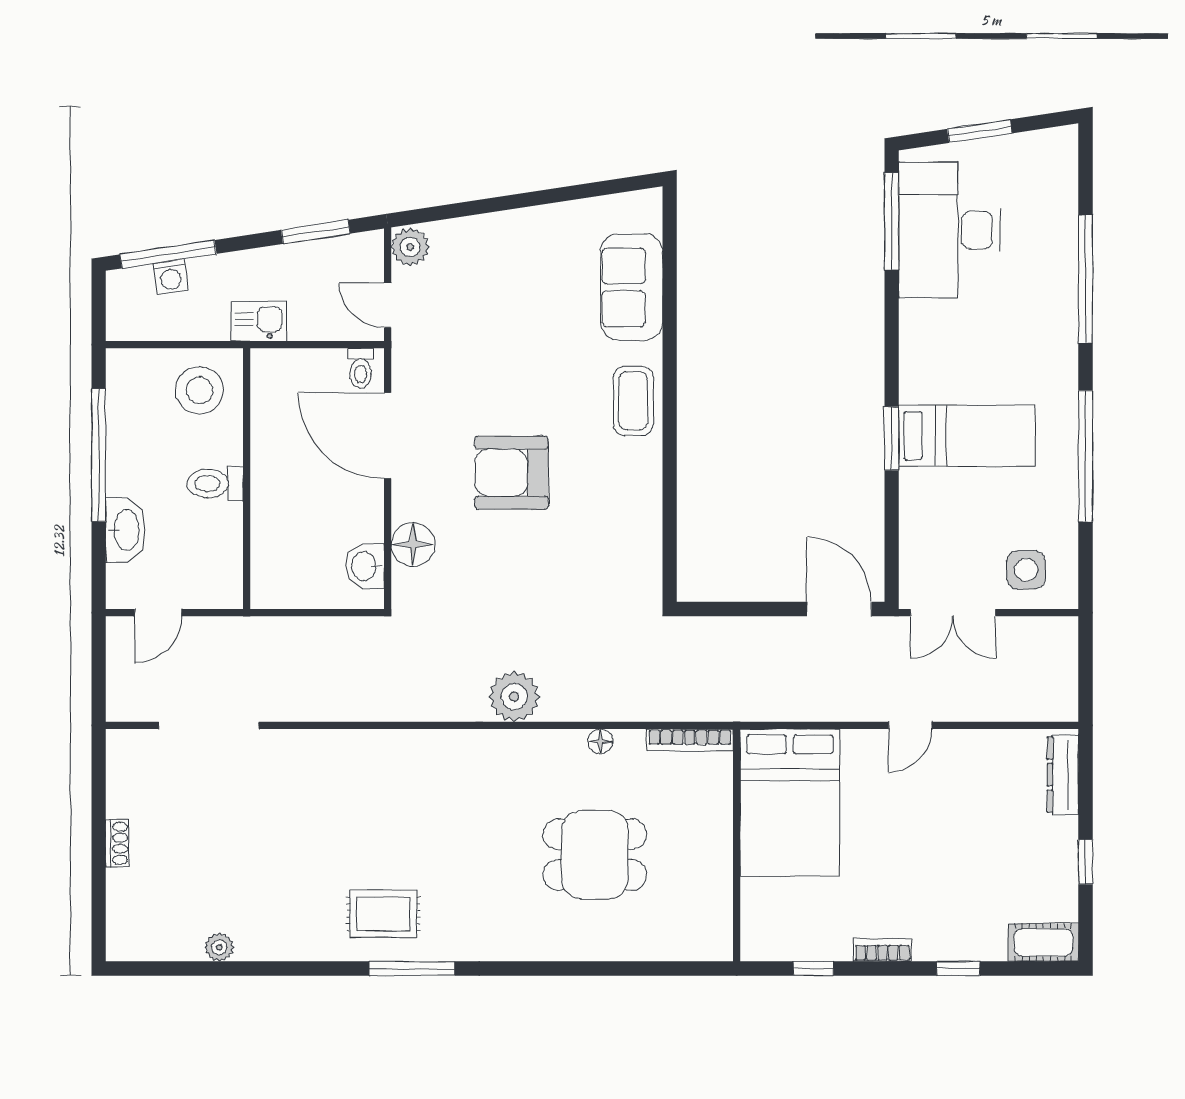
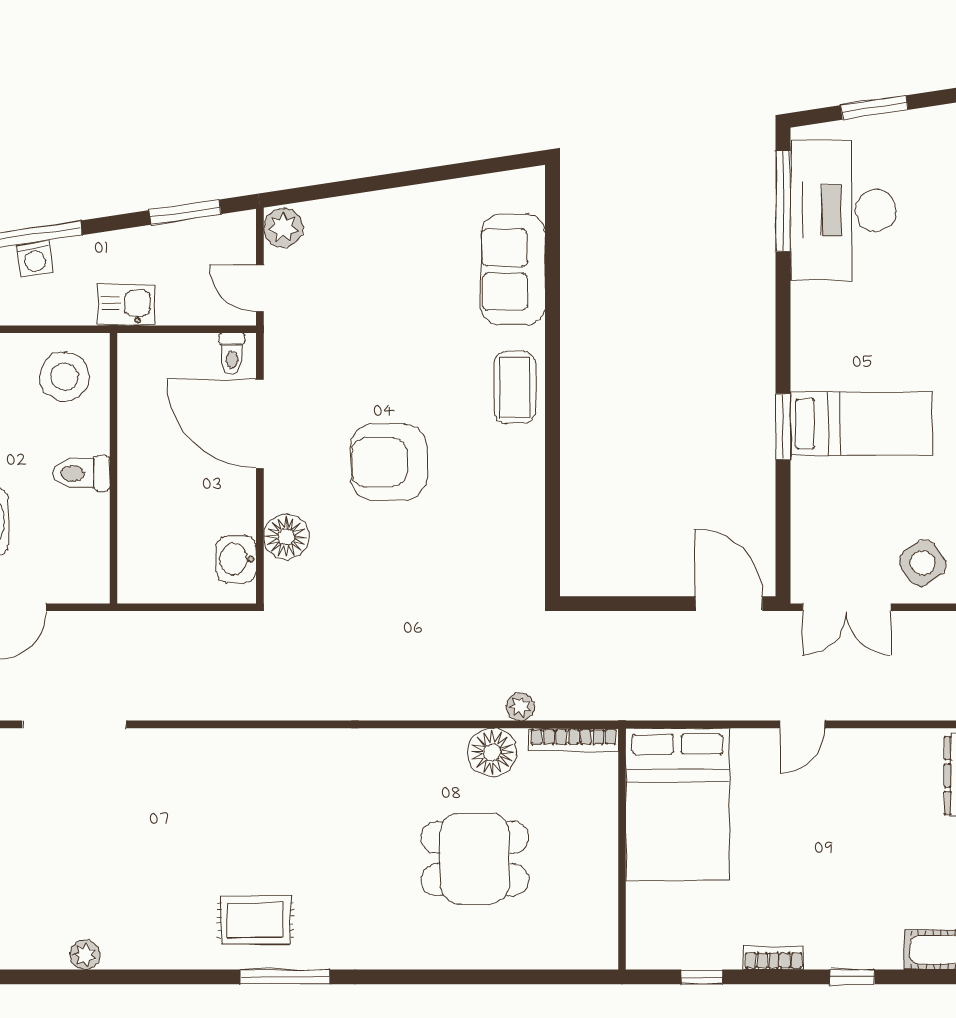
side table: (1026, 570) -> (923, 563), turned -35
plant: (514, 697) -> (520, 707), moved, width x0.53, depth x0.53
floor lamp: (600, 741) -> (492, 752), width x1.89, depth x1.89

